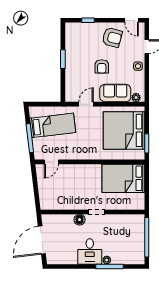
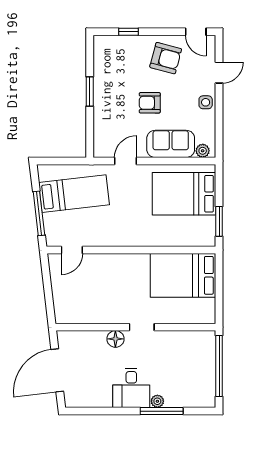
armchair: (102, 66) -> (150, 103), turned 90
bed: (124, 130) -> (184, 194), width x0.73

